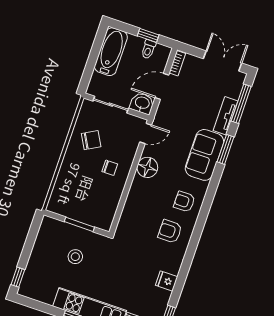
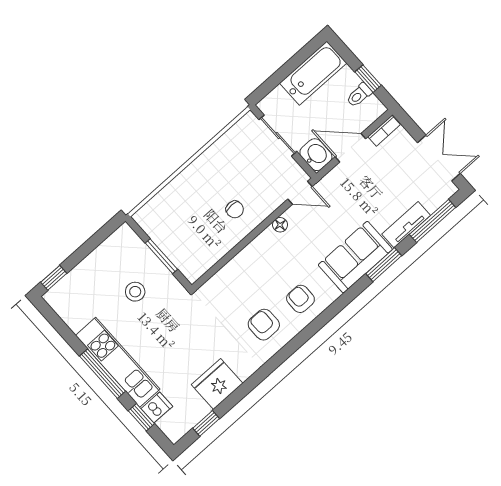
chair: (91, 140) -> (231, 164), removed
floor lamp: (147, 167) -> (280, 225), width x0.53, depth x0.53
fridge: (167, 281) -> (217, 384), width x1.88, depth x1.34

